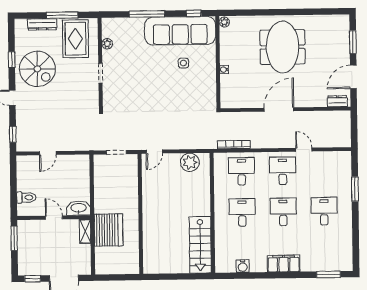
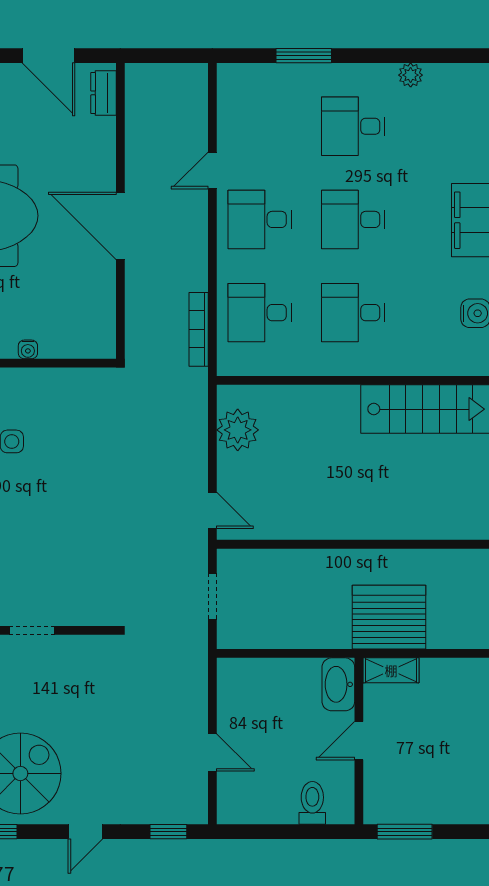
plant: (347, 236) -> (411, 75), added

